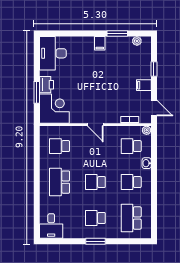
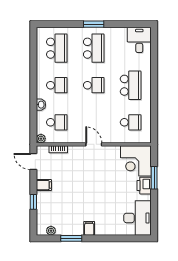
school desk: (95, 218) -> (94, 48), width x1.85

